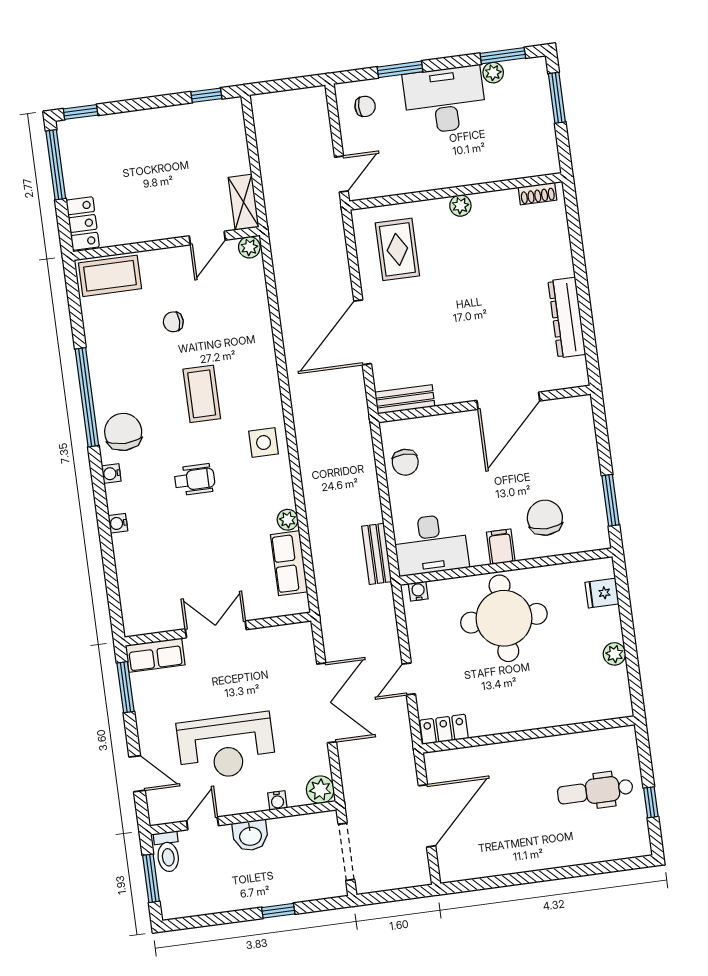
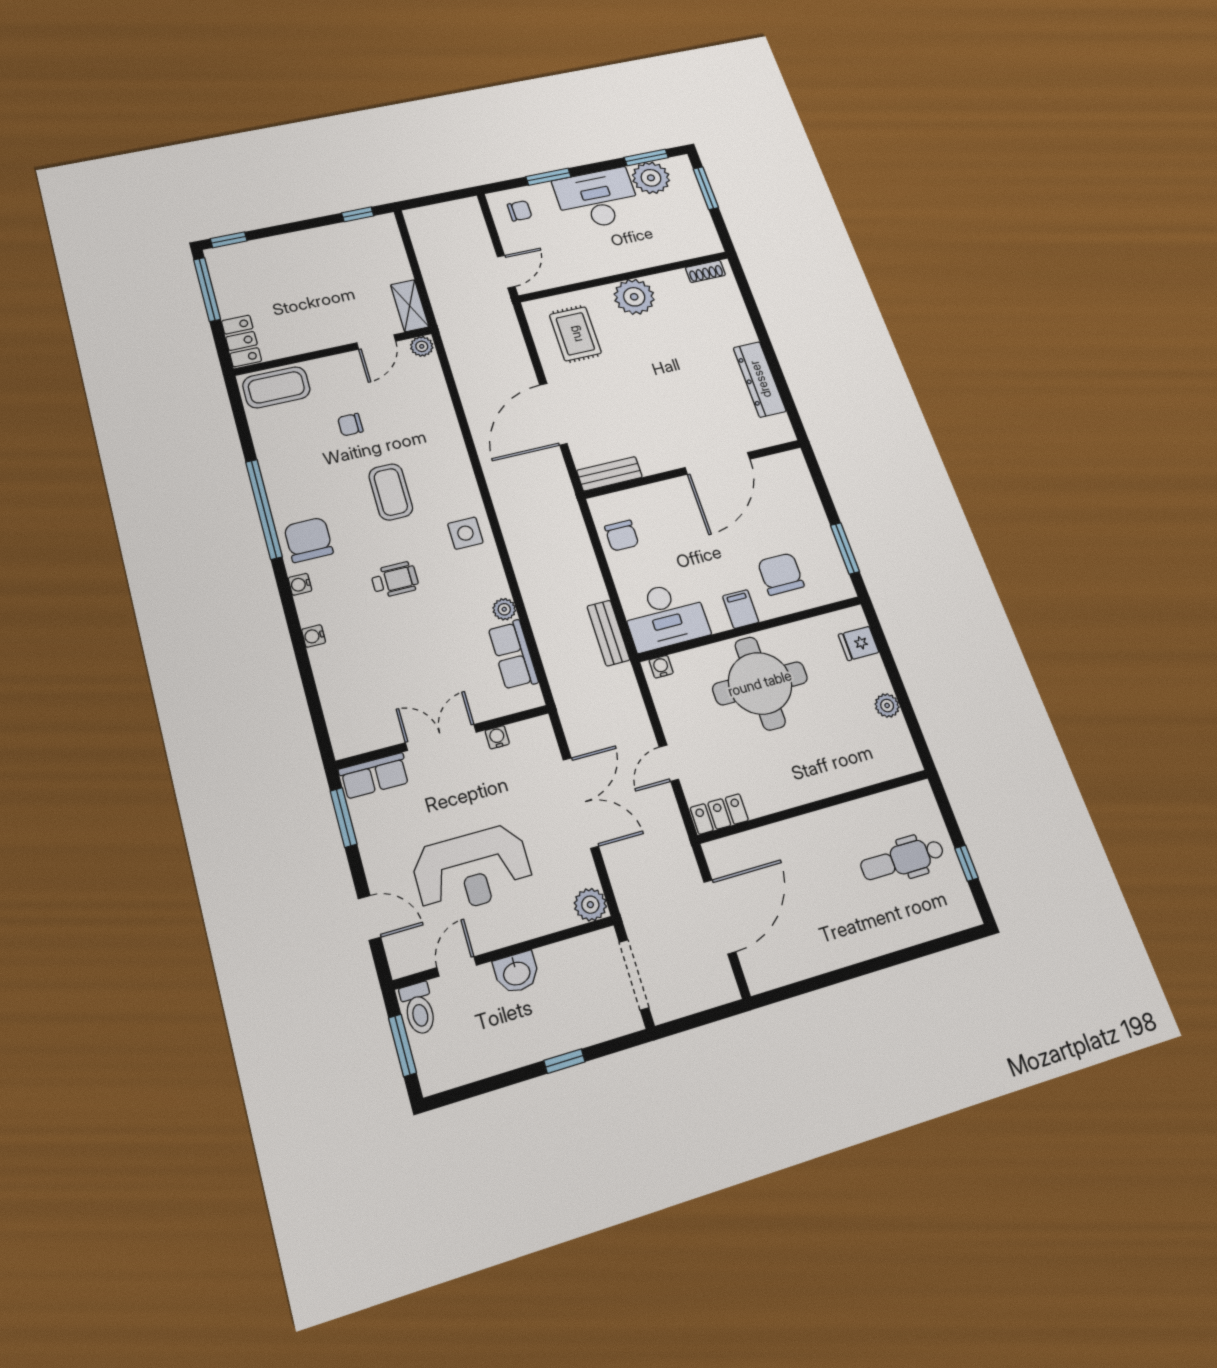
plant: (493, 73) -> (651, 178), width x1.87, depth x1.87
plant: (460, 206) -> (634, 297), width x1.87, depth x1.87
water cooler: (277, 800) -> (497, 737), moved, turned 180

